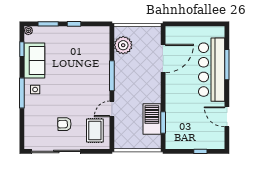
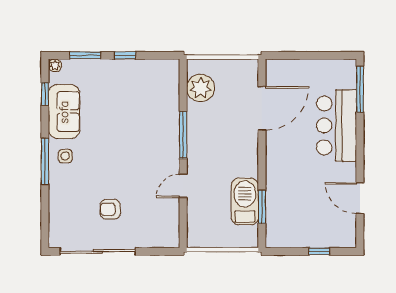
window: (227, 65) -> (360, 89), moved
bar counter: (212, 70) -> (337, 125), width x0.73
rug: (95, 131) -> (157, 219), removed

